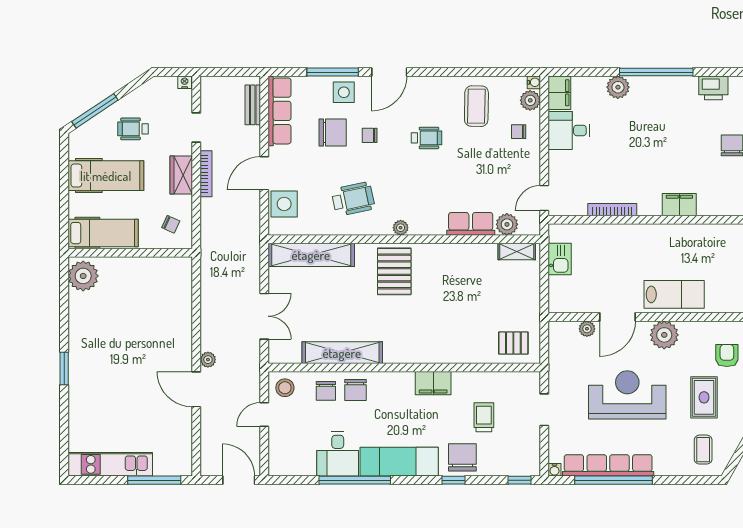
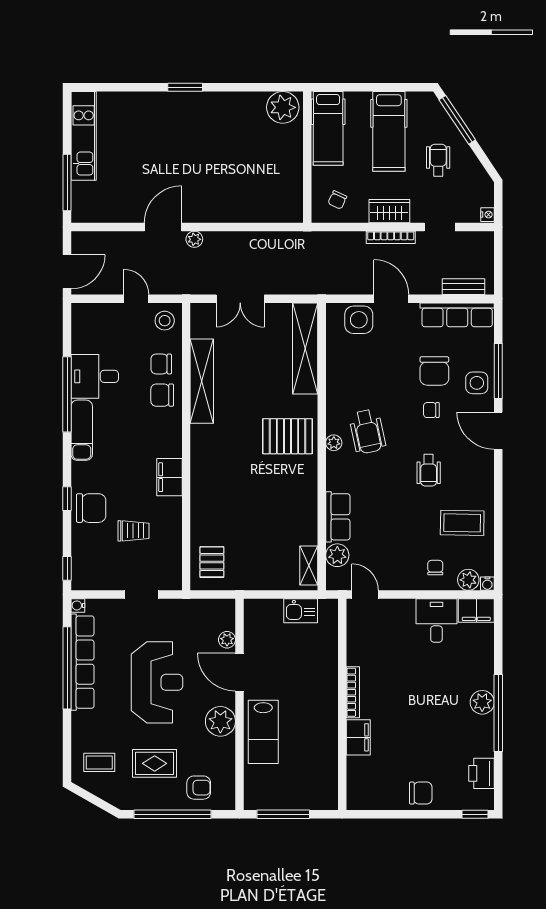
plant: (618, 87) -> (482, 702), moved
chair: (370, 135) -> (431, 410), turned -90
wheelchair: (353, 199) -> (367, 432), moved
bookcase: (612, 210) -> (353, 692), moved
exam couch: (399, 462) -> (82, 430), width x0.73, depth x0.69

